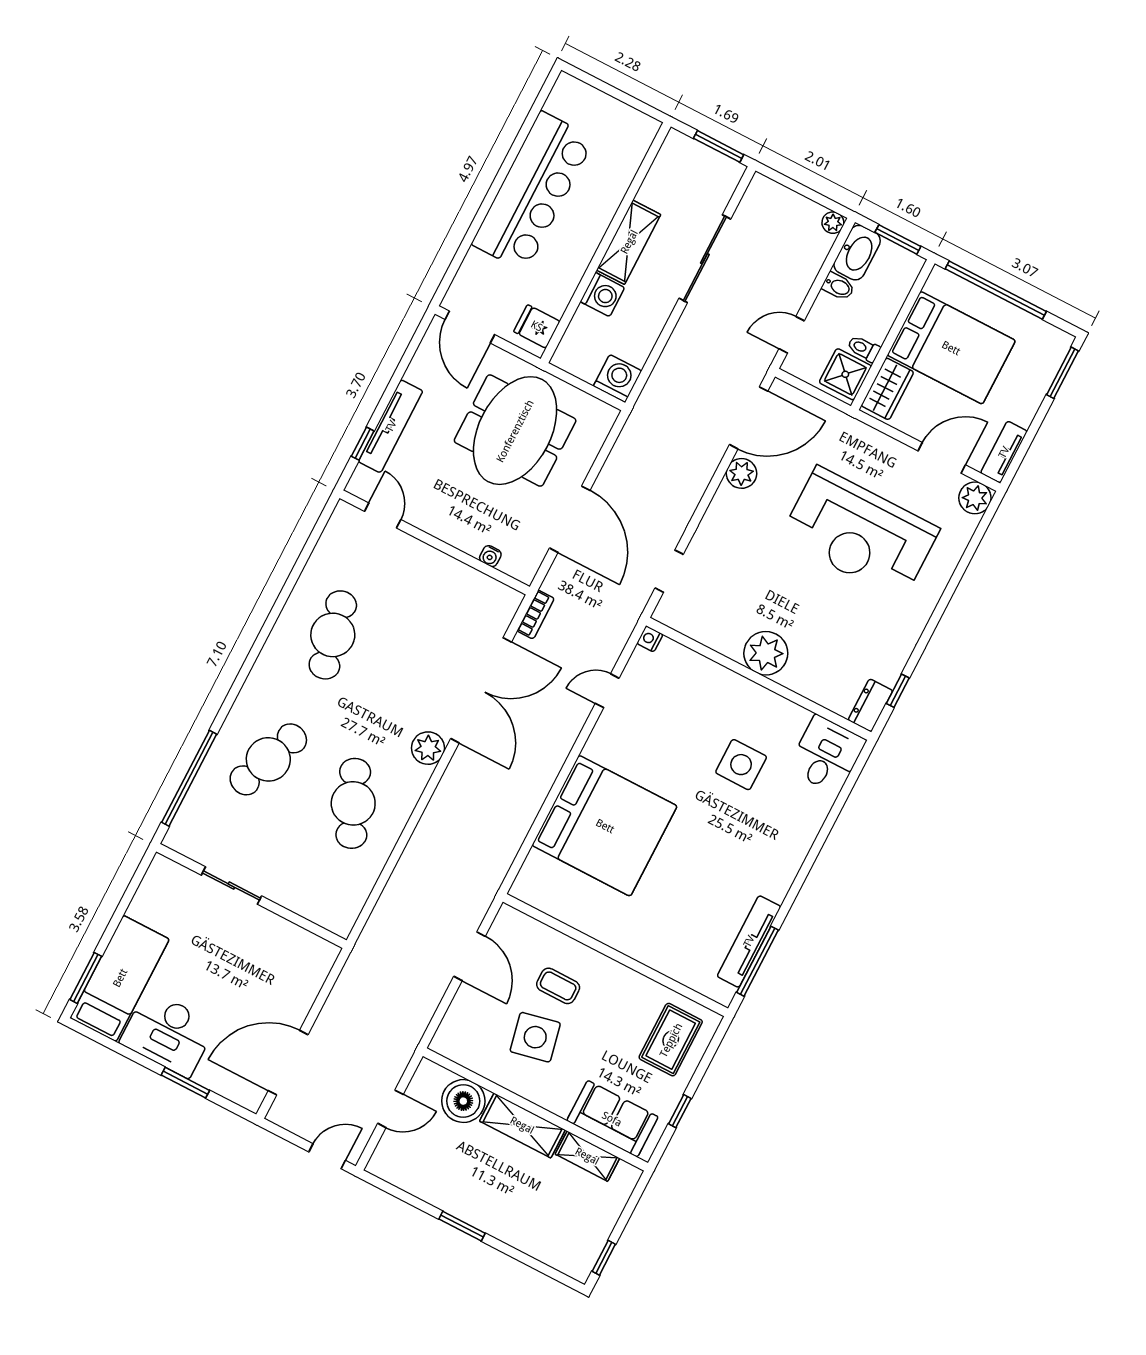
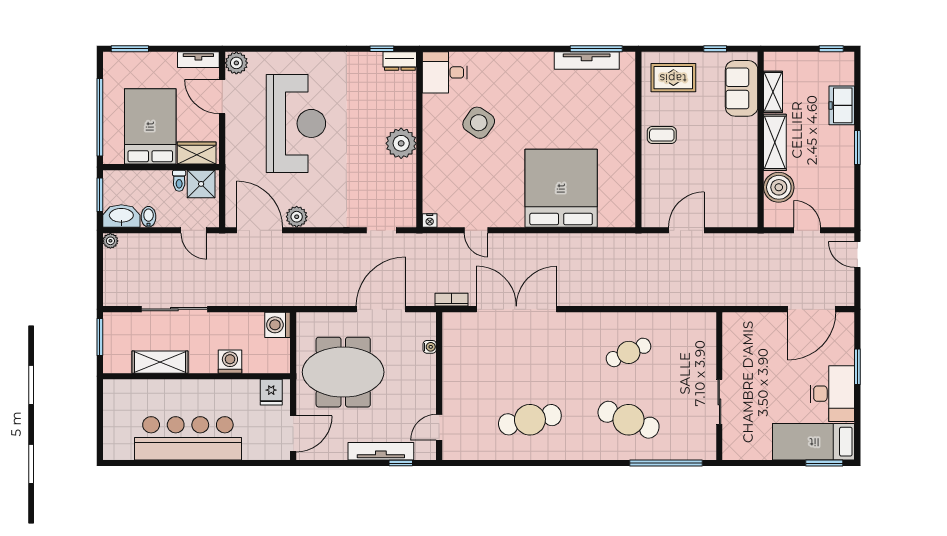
shelving: (629, 242) -> (160, 362), moved
plant: (428, 748) -> (570, 324), removed
side table: (741, 765) -> (479, 123), turned 34
cafe table: (353, 803) -> (629, 352), width x0.73, depth x0.74
coffee table: (558, 986) -> (662, 135), moved, turned 90
side table: (535, 1037) -> (716, 163), removed
door: (288, 1063) -> (812, 309), hinge flipped
freezer: (525, 1234) -> (842, 105), added

